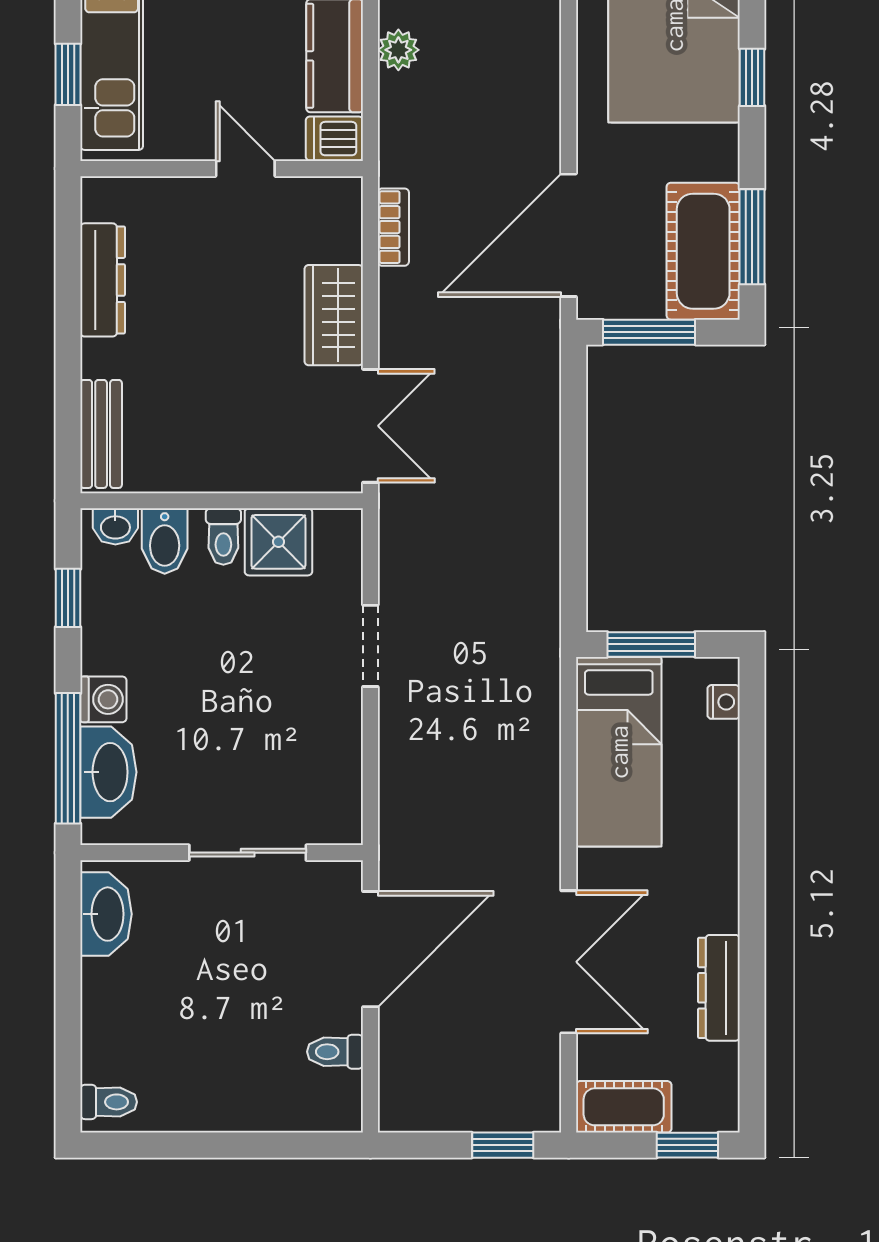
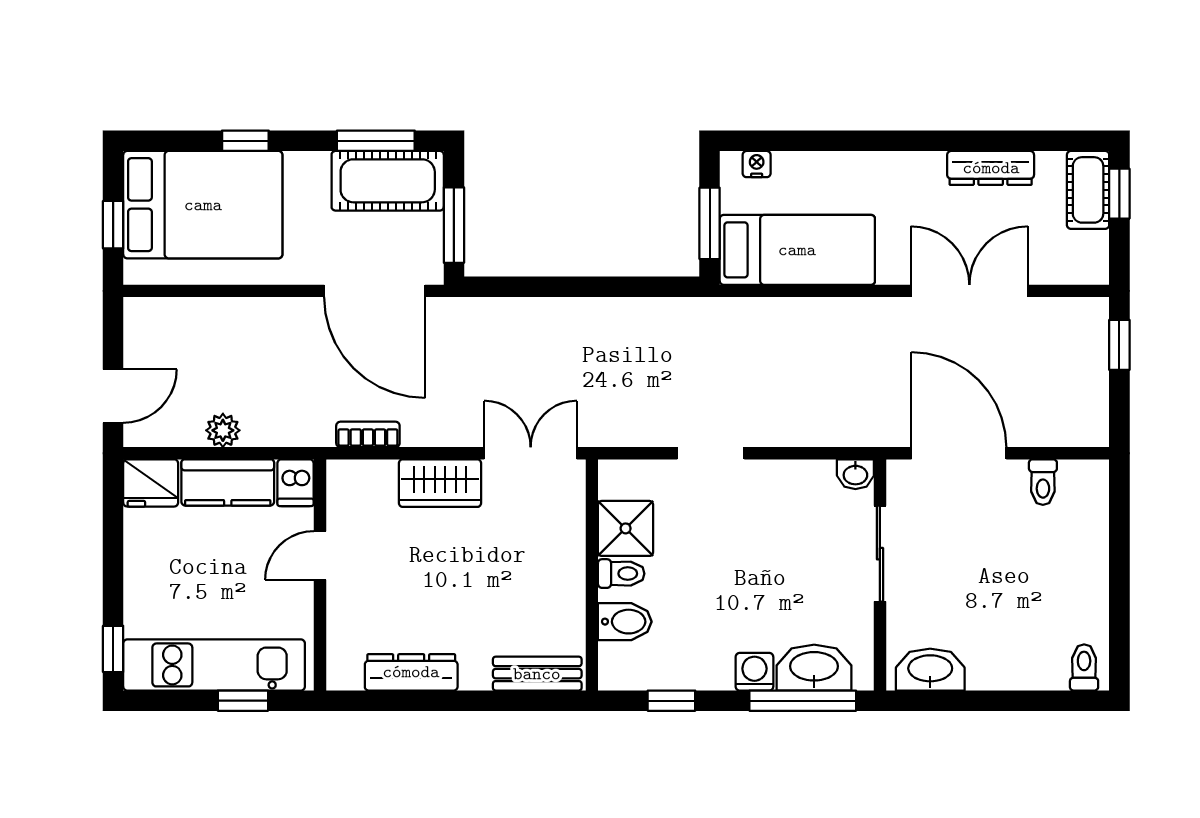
washbasin: (115, 526) -> (855, 474), moved, turned 90
cot: (624, 1107) -> (1088, 190), moved

